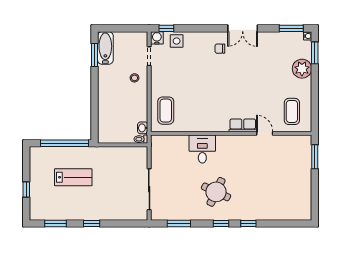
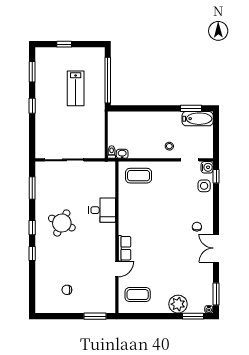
chair: (287, 187) -> (67, 290), added

